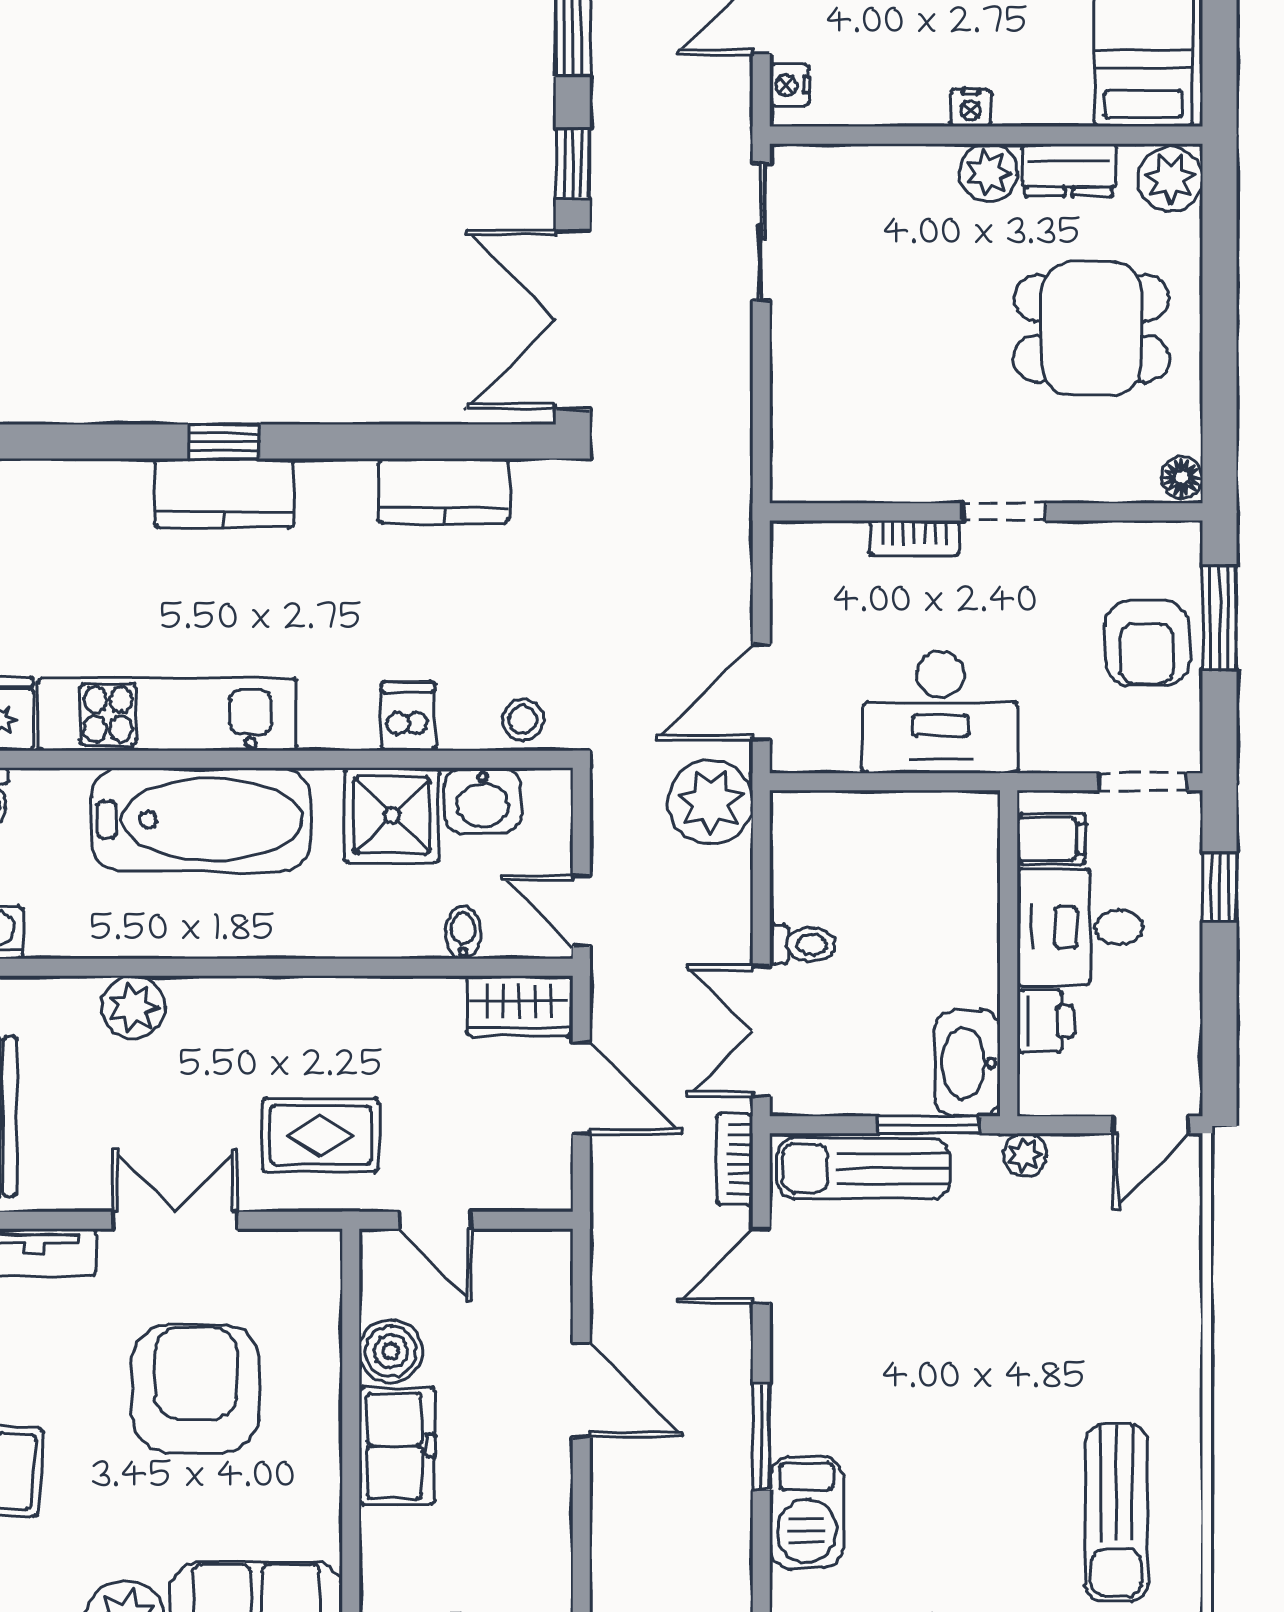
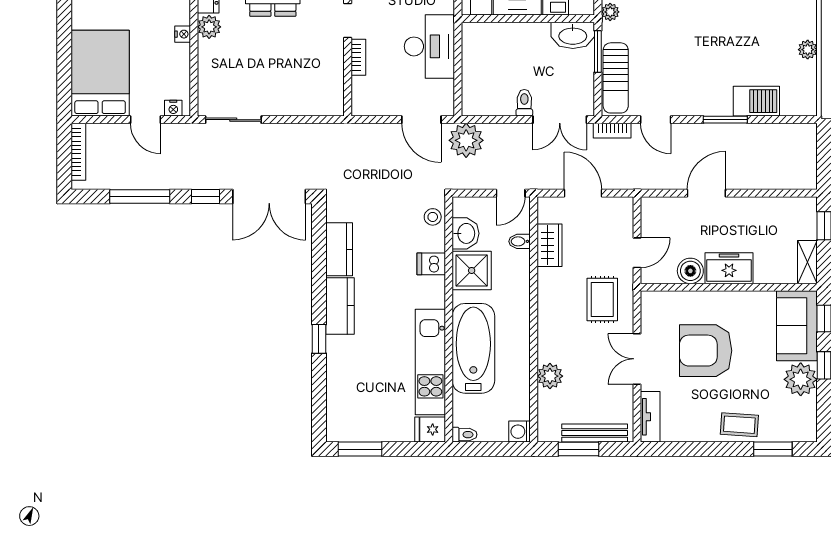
kitchen counter: (224, 493) -> (340, 306), moved
wardrobe: (519, 1006) -> (549, 245), moved
door: (581, 1088) -> (583, 193), hinge flipped

